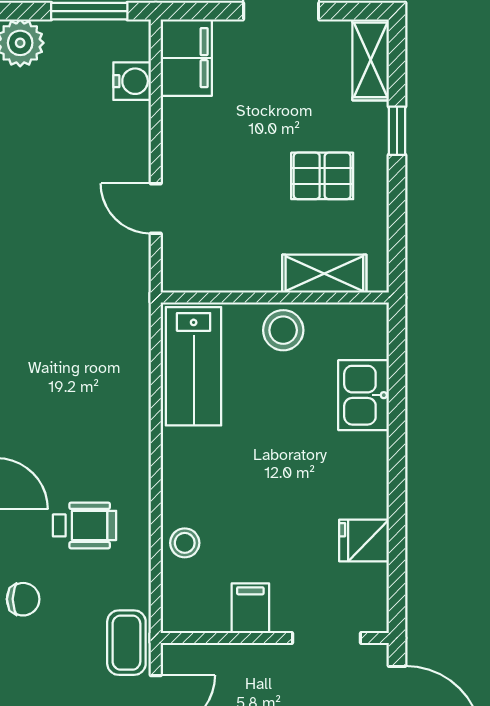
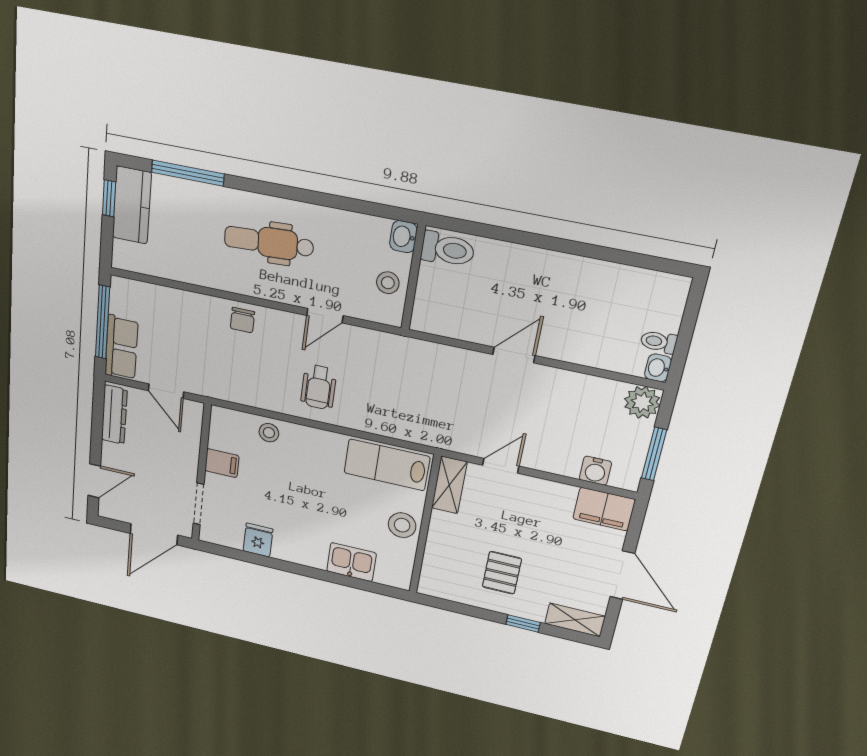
shelving: (324, 274) -> (449, 485), moved
wheelchair: (85, 525) -> (319, 387), moved
coffee table: (126, 643) -> (207, 381), removed

